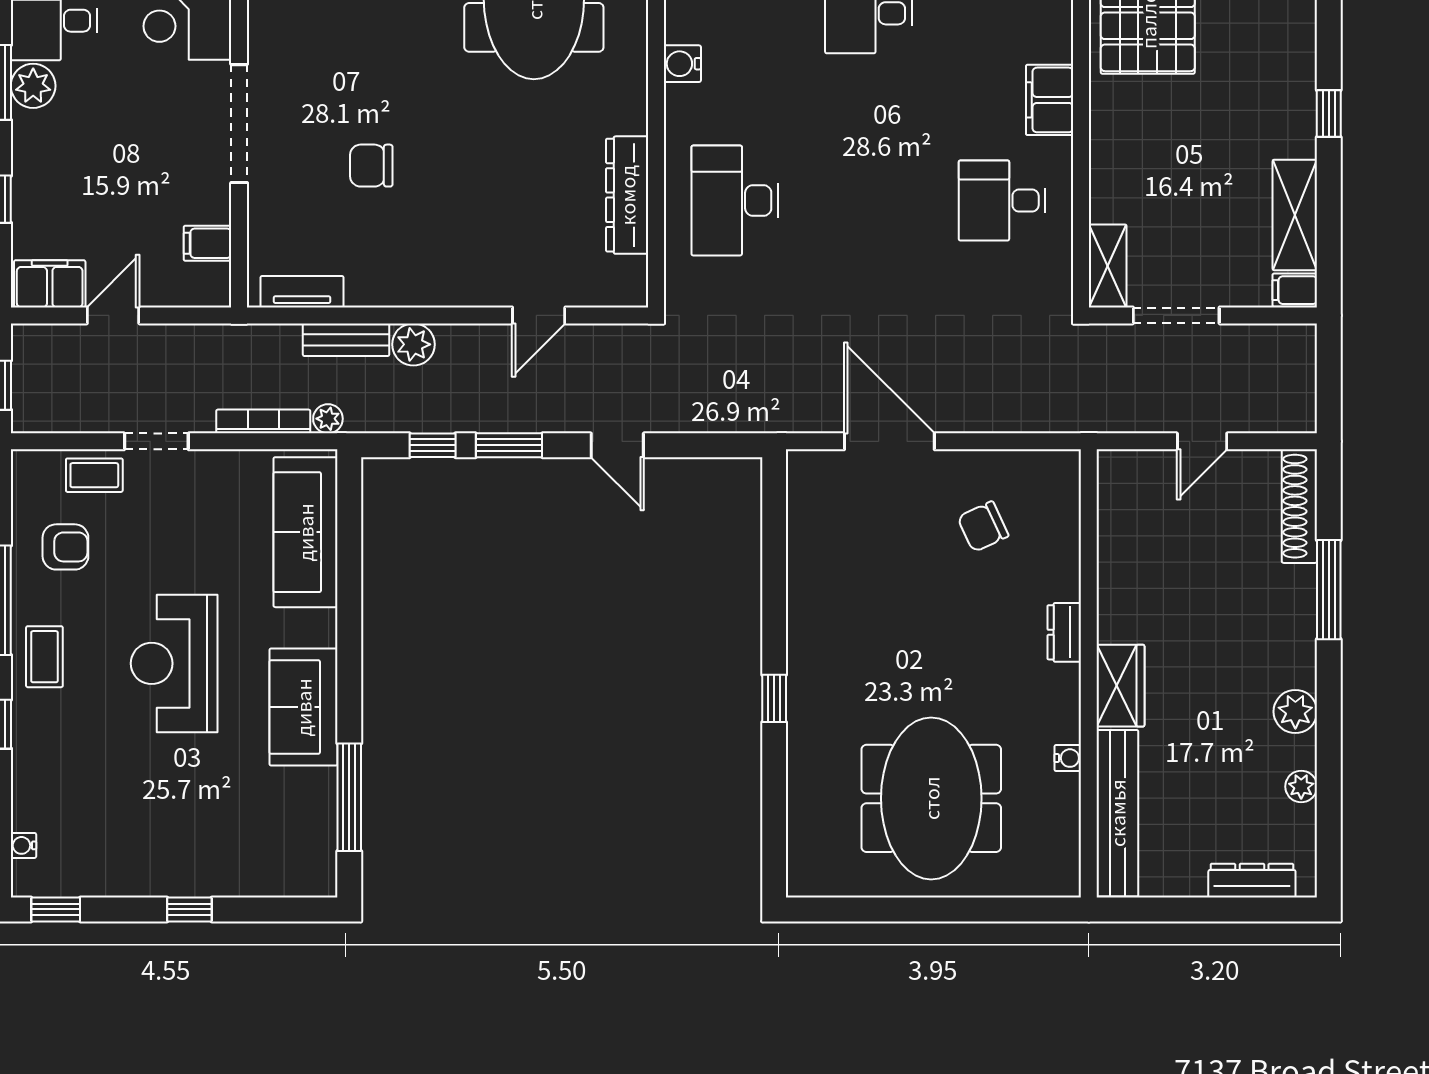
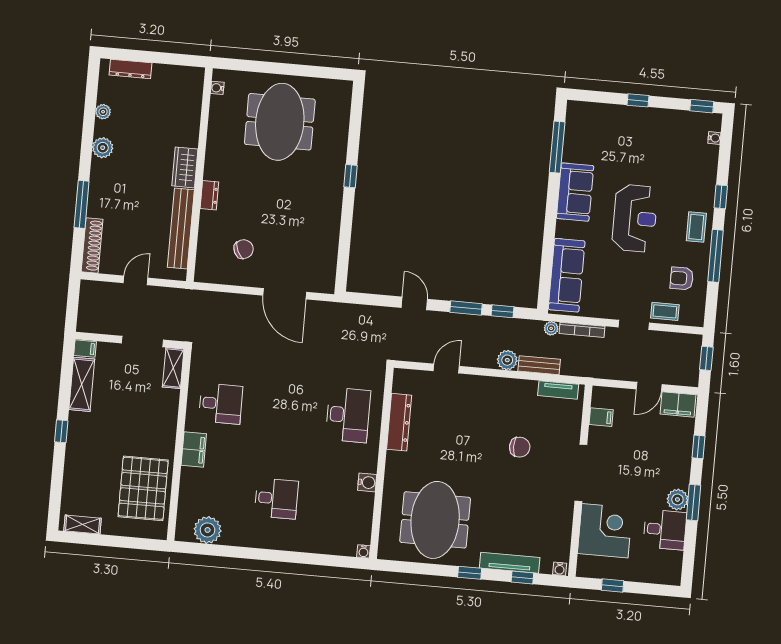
water cooler: (1068, 758) -> (217, 88), moved
bench: (1117, 813) -> (181, 228), moved

